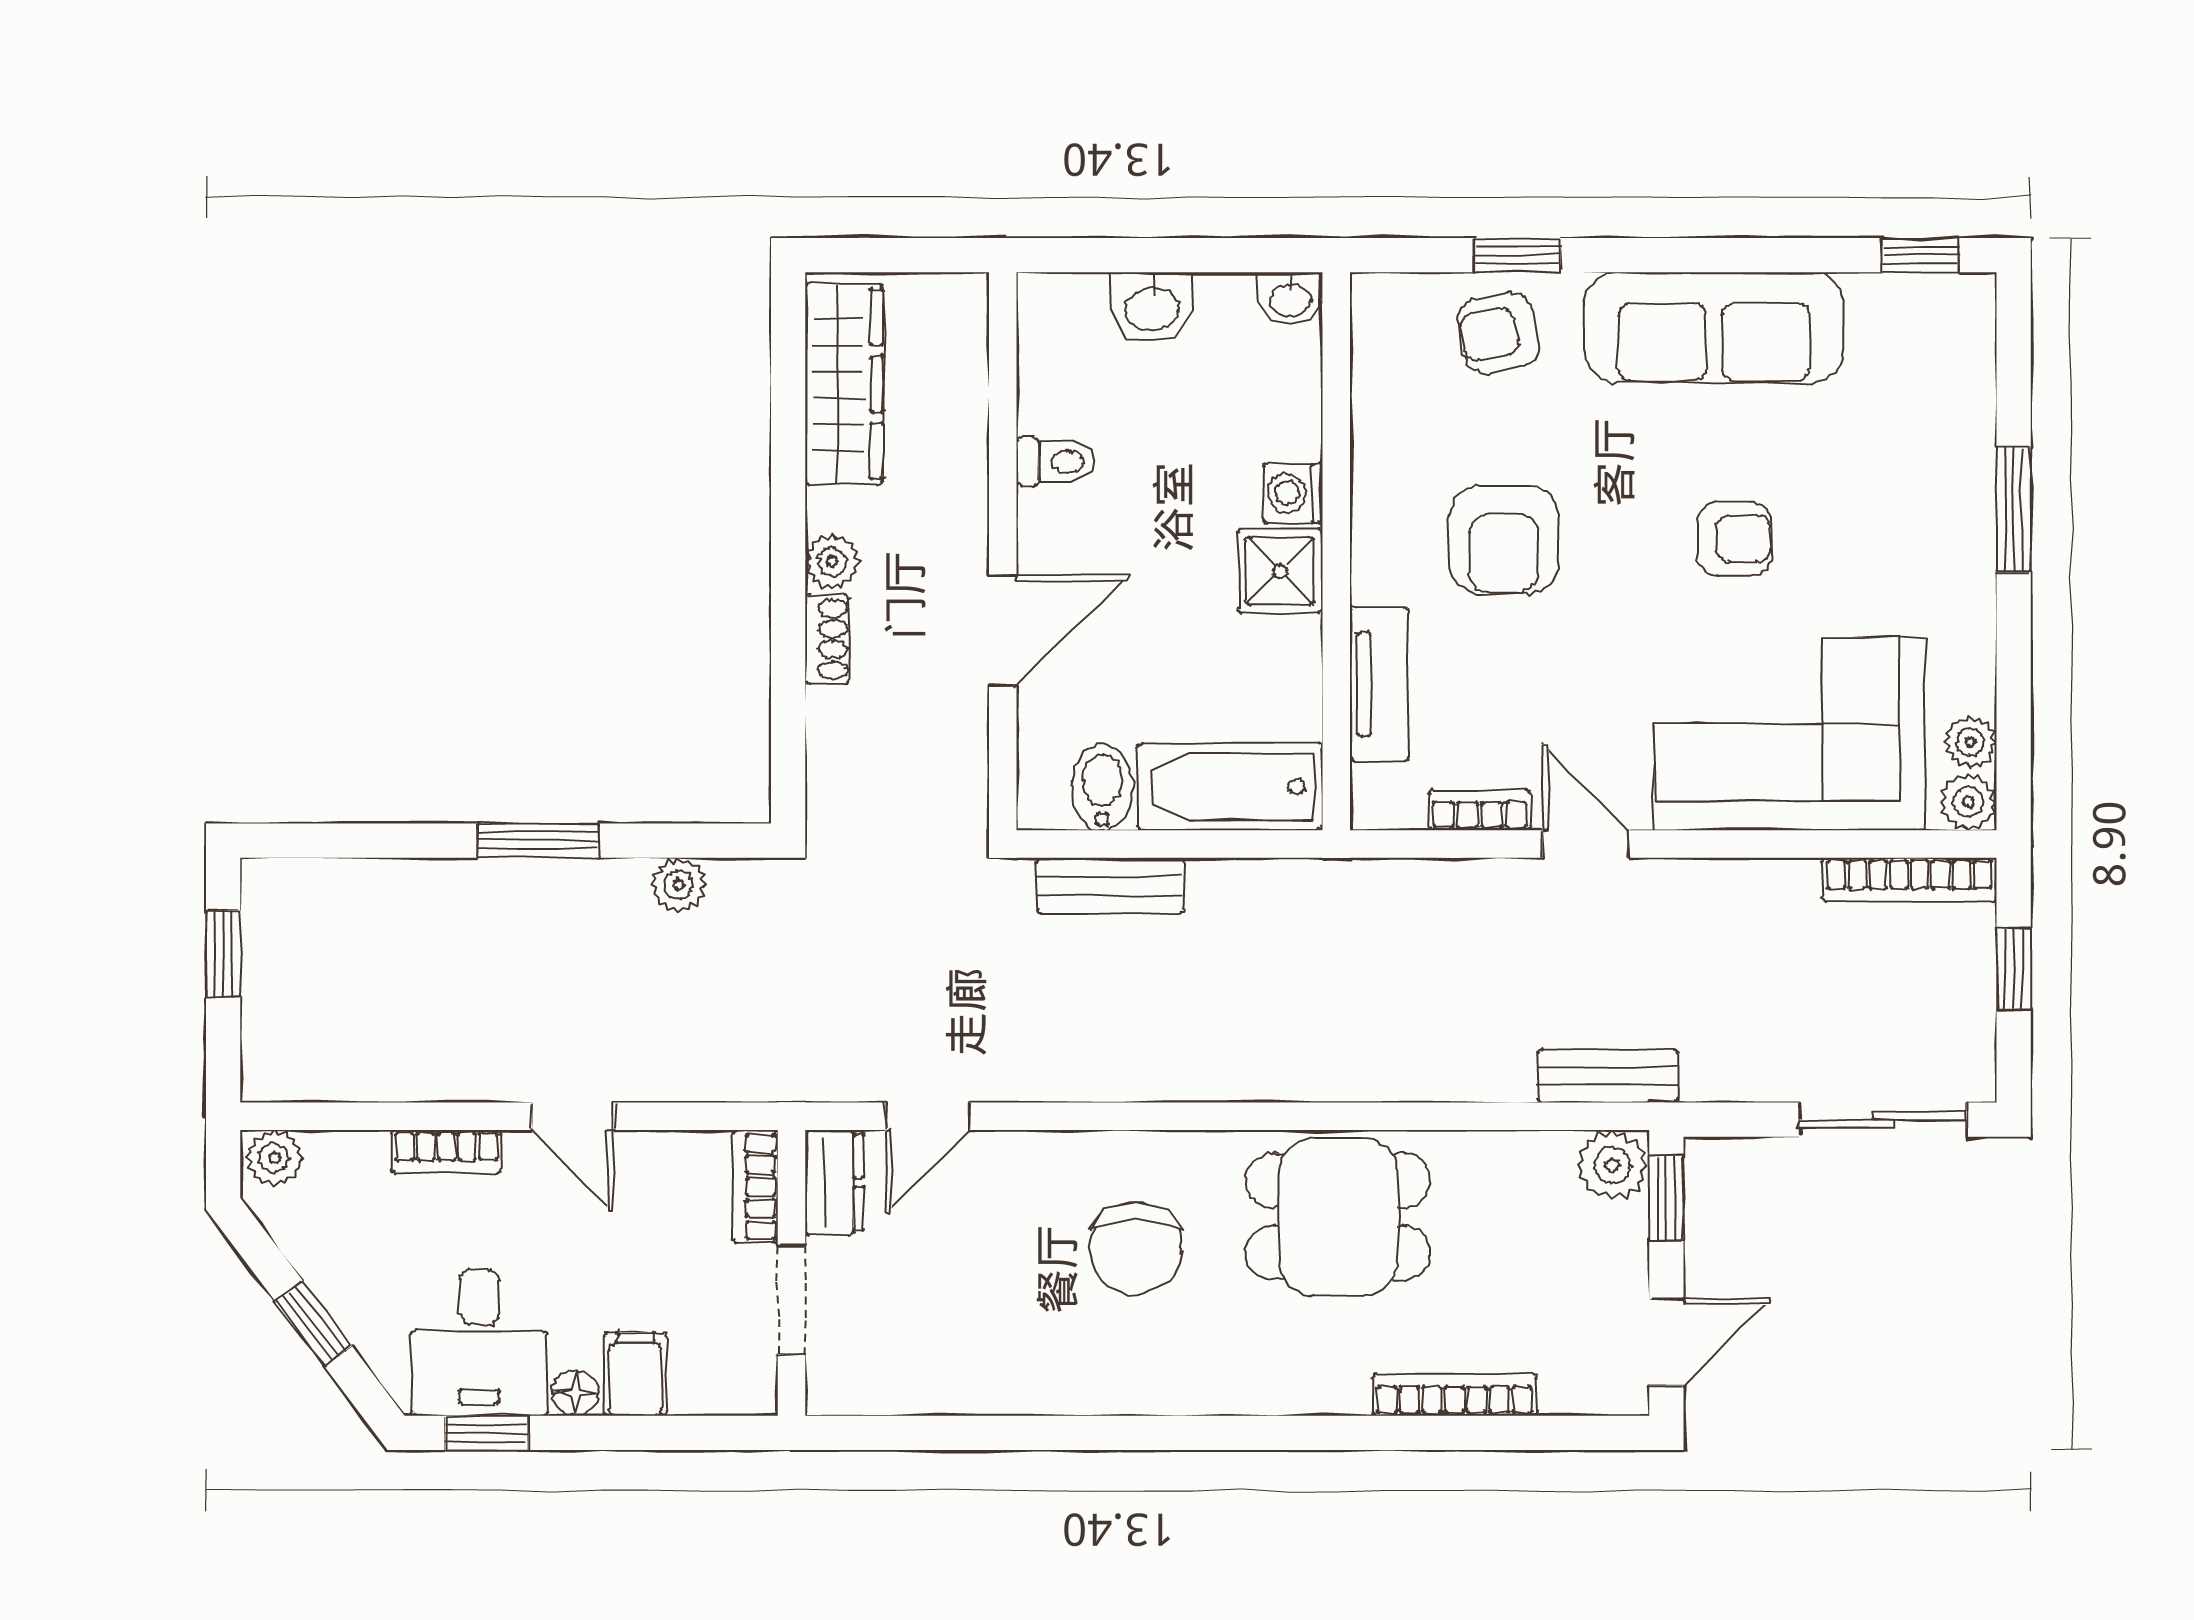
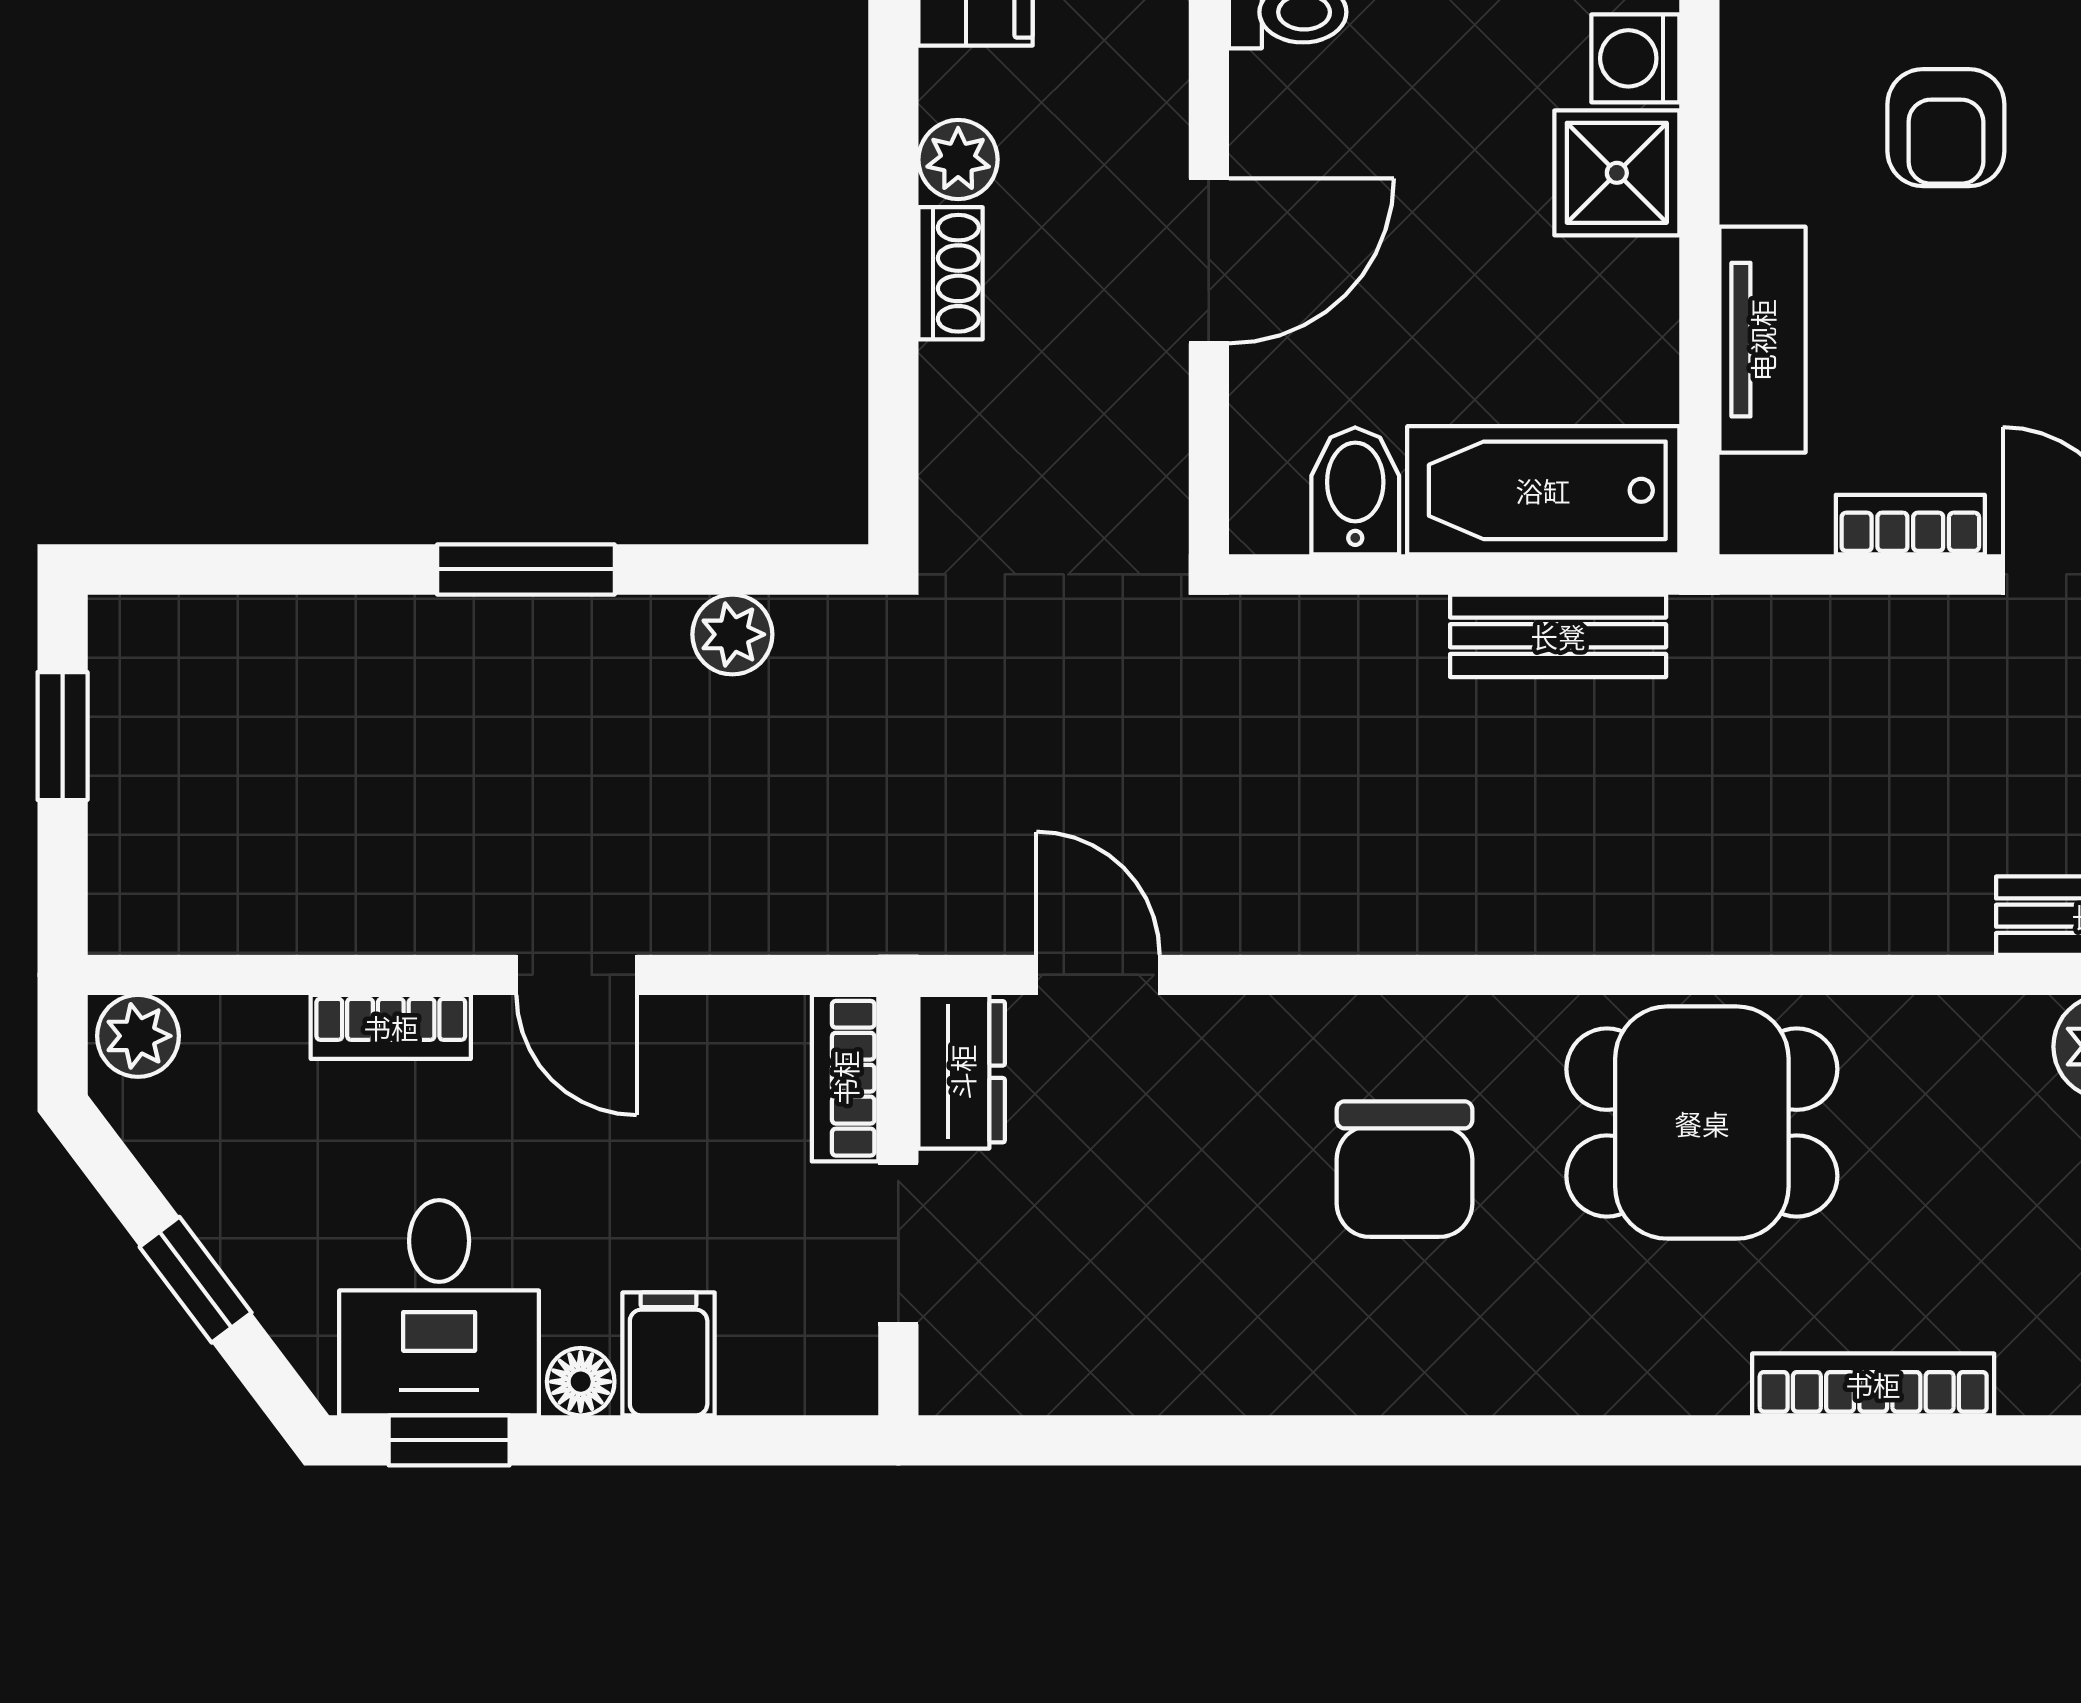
armchair: (1504, 540) -> (1946, 128), width x0.72, depth x0.72
bench: (1111, 886) -> (1558, 636), moved
door: (927, 1116) -> (1098, 975), swing flipped

